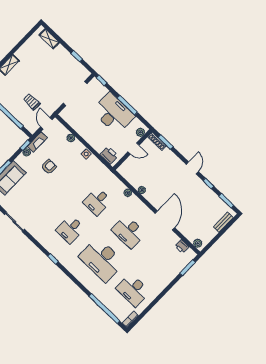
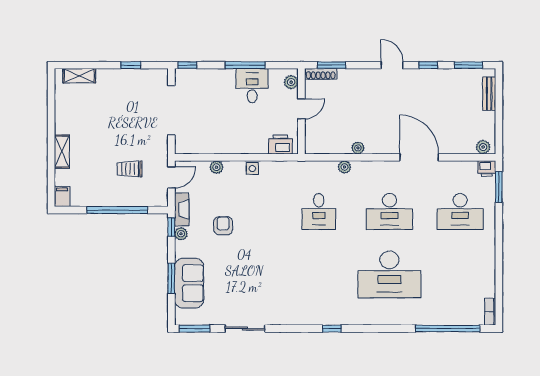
desk: (113, 113) -> (252, 86), width x0.53, depth x0.77
door: (46, 123) -> (171, 177), swing flipped
desk: (70, 229) -> (319, 274), removed
printer: (182, 246) -> (487, 169), moved
desk: (133, 290) -> (460, 211), moved

